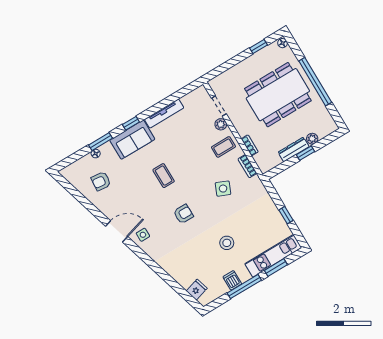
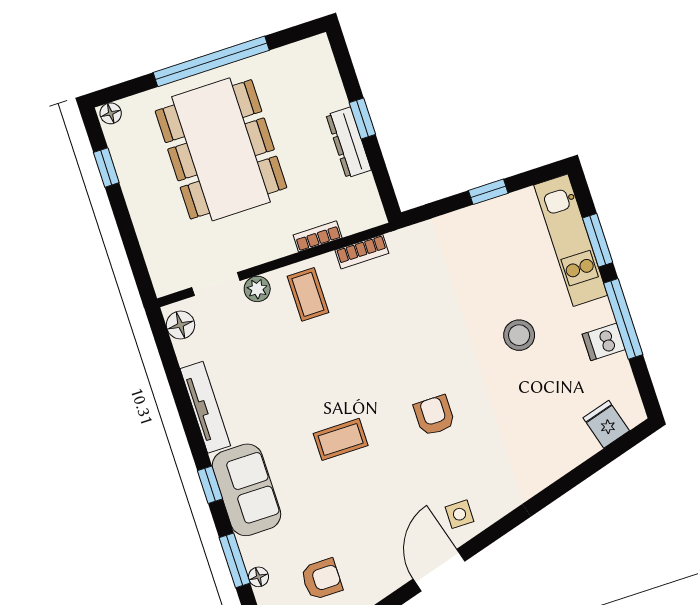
floor lamp: (197, 95) -> (181, 325), added
plant: (312, 139) -> (334, 96), removed
armchair: (101, 181) -> (322, 579), turned -96
side table: (223, 189) -> (399, 316), removed

